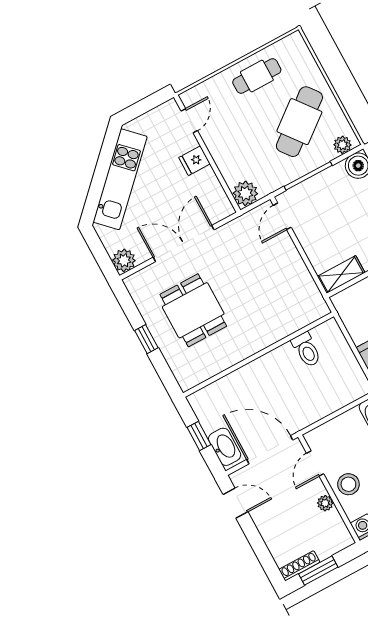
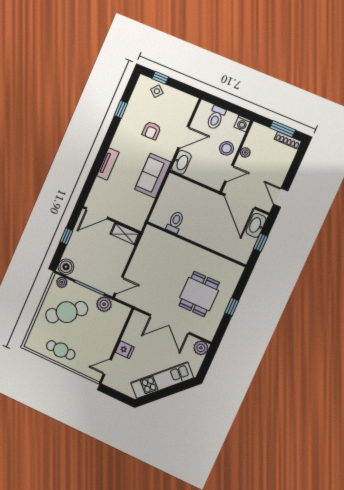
plant: (245, 193) -> (104, 304), moved

